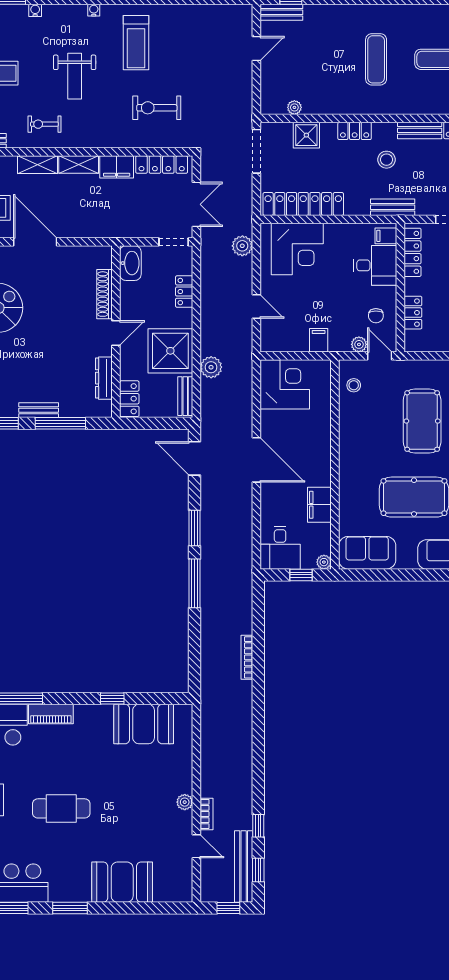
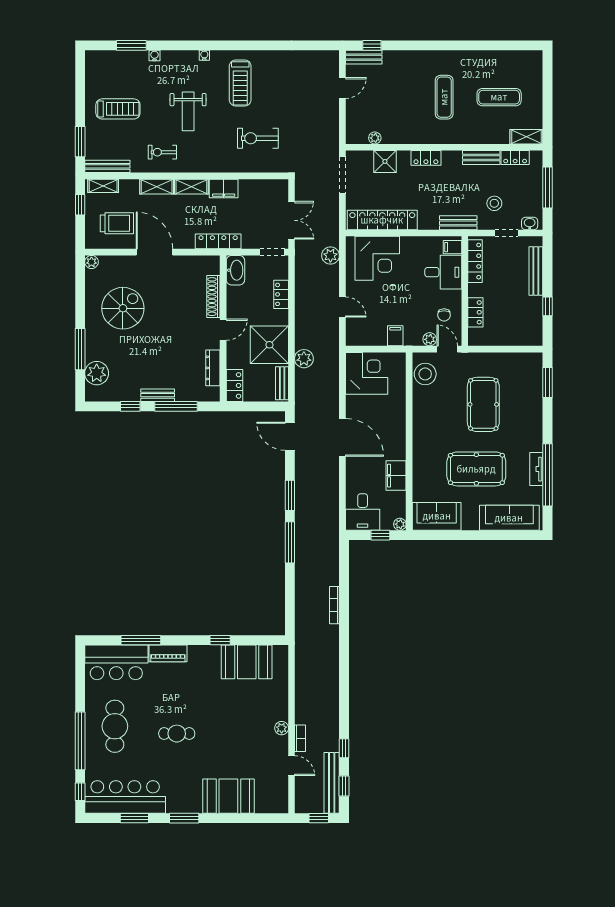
stool: (387, 160) -> (494, 203), moved
locker: (162, 165) -> (218, 241), moved, turned 180
stool: (354, 385) -> (425, 374), width x1.89, depth x1.89
cafe table: (61, 808) -> (177, 734), width x0.73, depth x0.74

